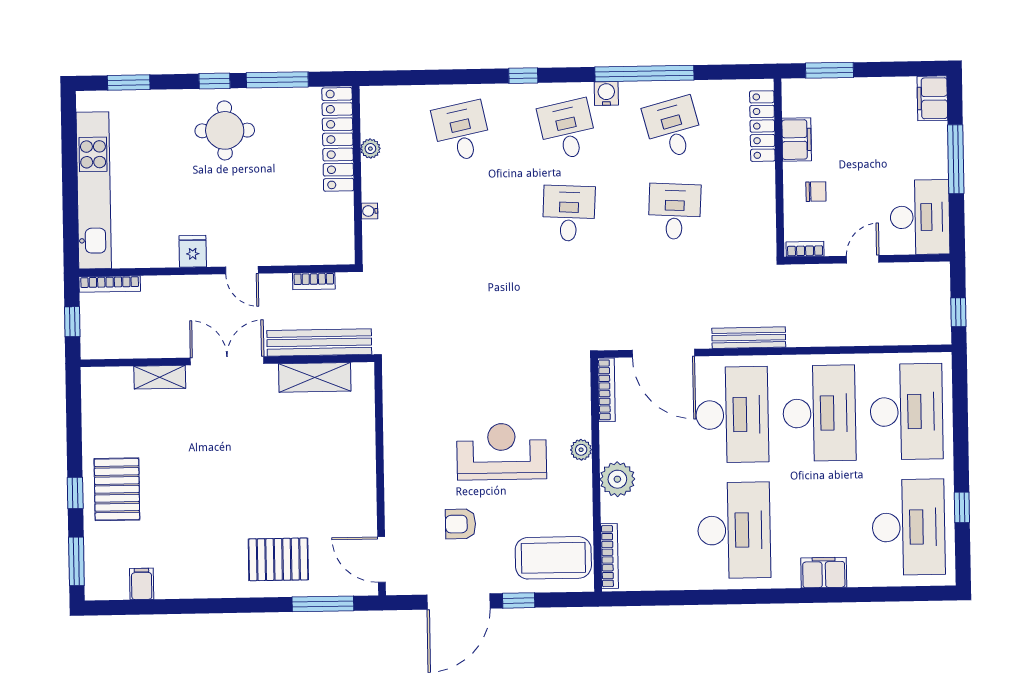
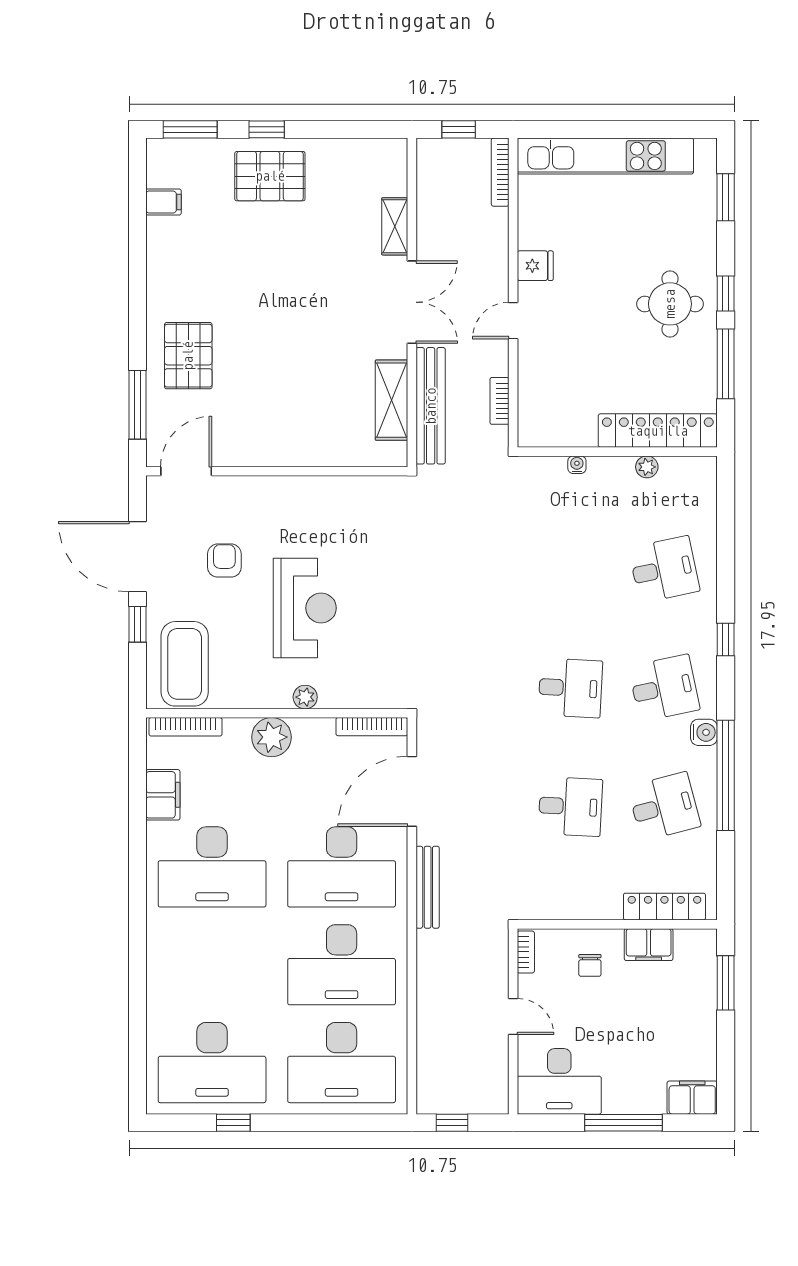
filing cabinet: (824, 573) -> (163, 795), moved

